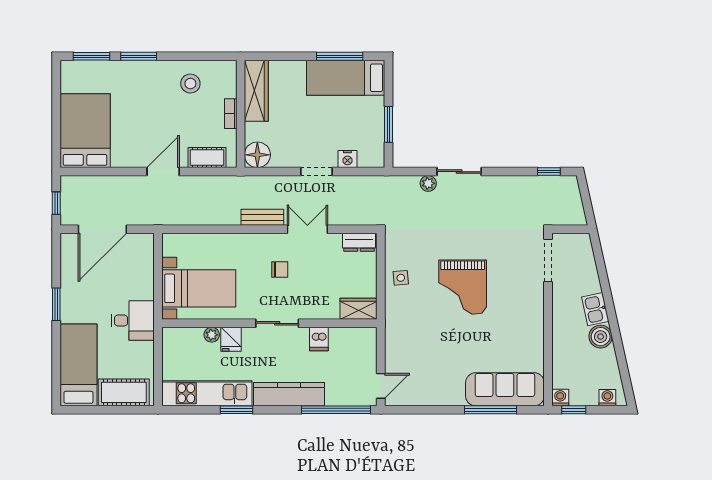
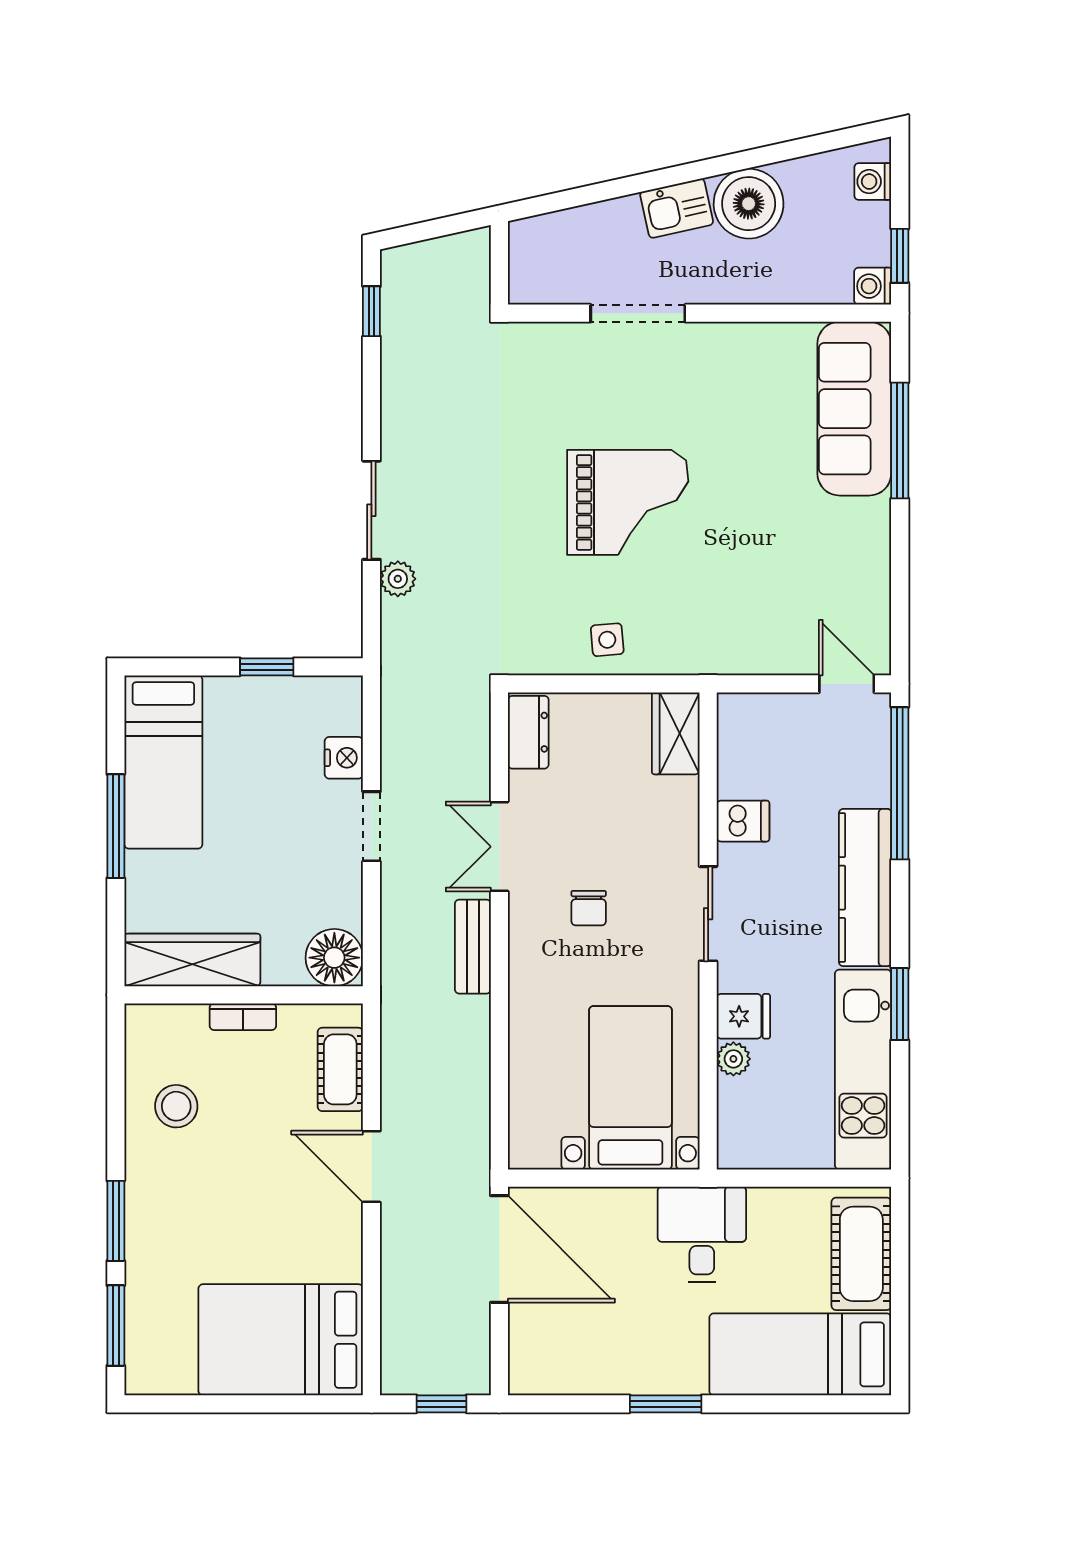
window: (340, 56) -> (116, 826), moved
window: (389, 124) -> (267, 667), width x0.67
door: (102, 229) -> (499, 1249), moved
doorway: (548, 261) -> (638, 313), moved
chair: (280, 269) -> (589, 908), turned 180
boiler: (601, 337) -> (749, 204), width x1.37, depth x1.37

